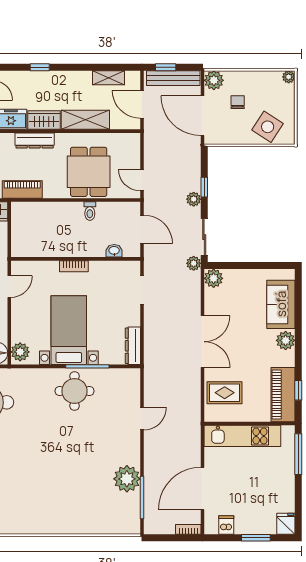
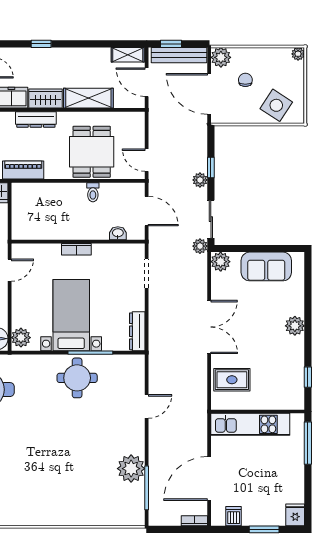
shelving: (109, 78) -> (128, 55), moved
sofa: (281, 304) -> (266, 266), moved, turned -90
piano: (283, 395) -> (292, 382), removed

